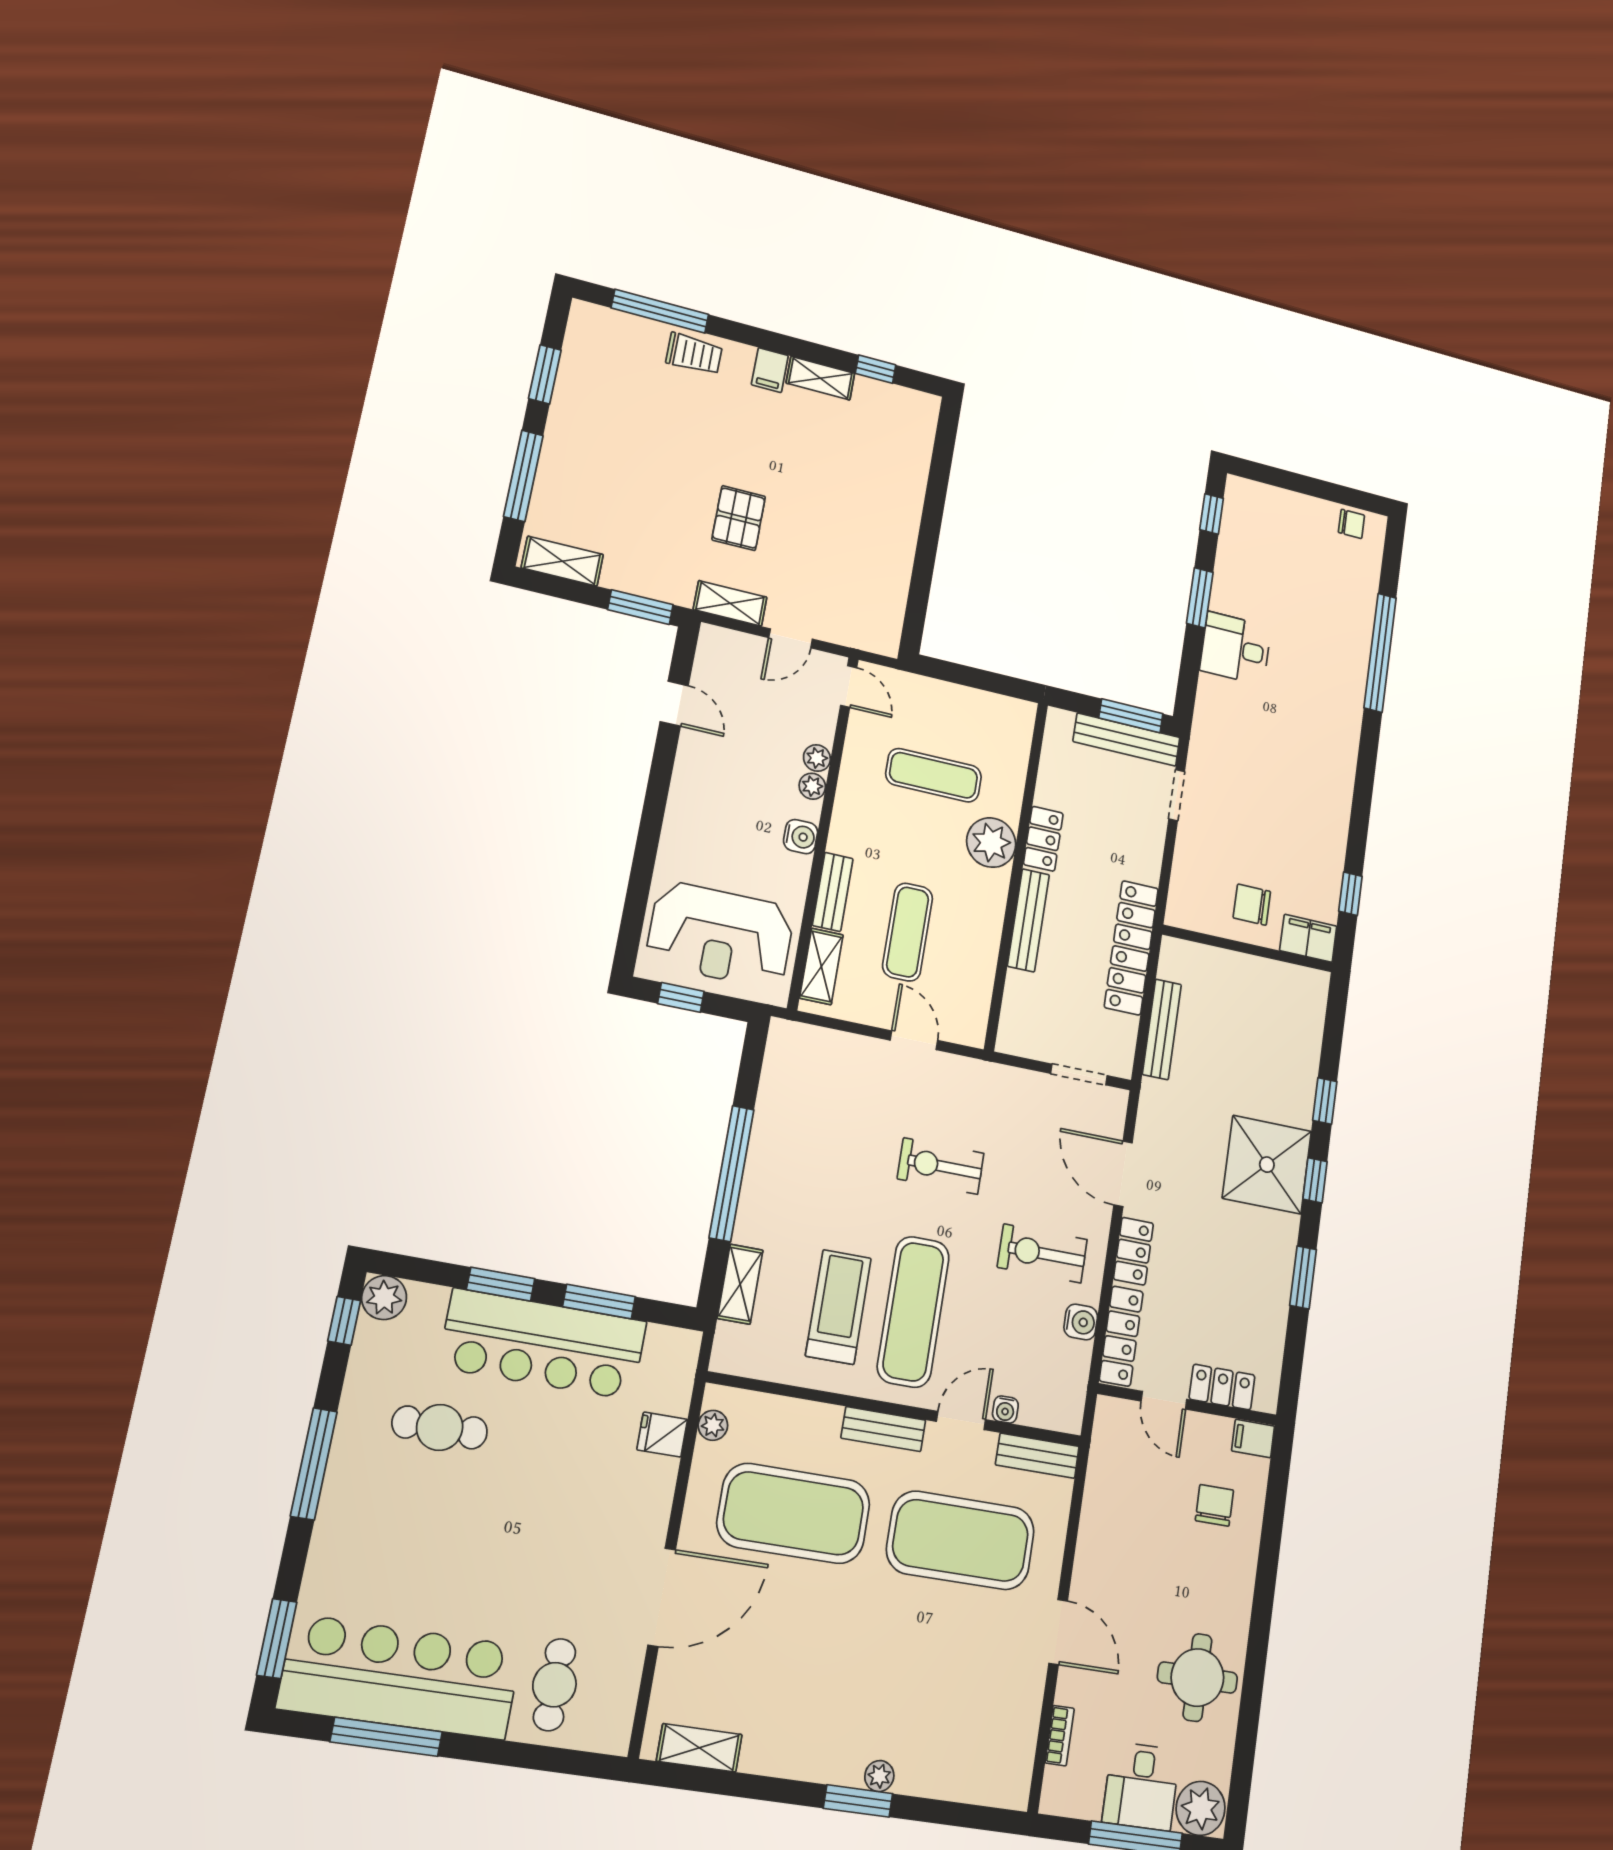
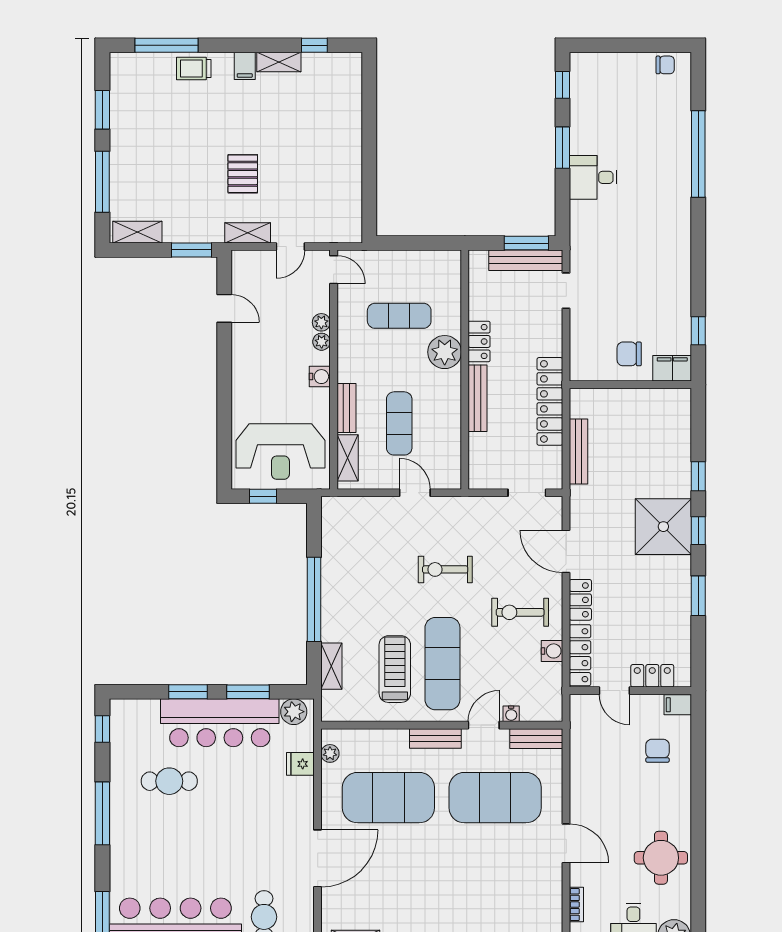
trolley: (694, 354) -> (194, 69), turned 180
plant: (384, 1298) -> (294, 712), moved

